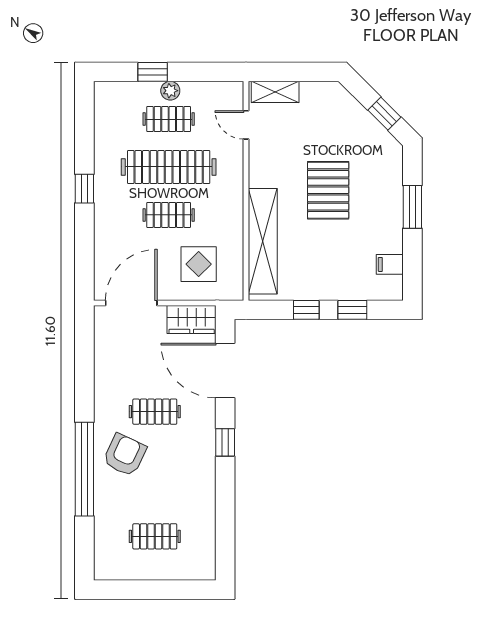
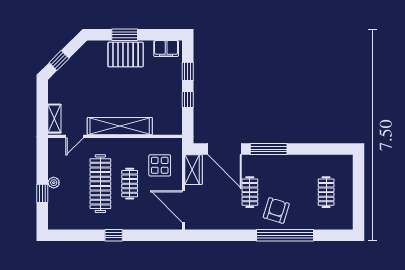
window: (384, 114) -> (59, 61), moved
clothes rail: (169, 119) -> (71, 184), removed
pallet: (328, 190) -> (126, 54), moved
shelving: (263, 241) -> (120, 126), moved
filing cabinet: (390, 264) -> (166, 49), width x2.00
door: (225, 370) -> (225, 149), hinge flipped
window: (225, 442) -> (269, 149), width x2.17
armchair: (125, 455) -> (276, 210), turned 82

